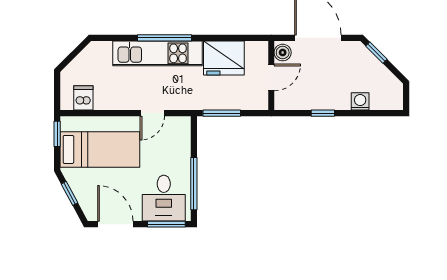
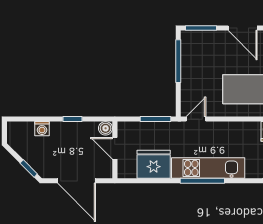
boiler: (283, 53) -> (106, 128), moved
door: (271, 77) -> (115, 148), hinge flipped
door: (152, 113) -> (196, 119), moved
desk: (164, 198) -> (203, 49), removed

